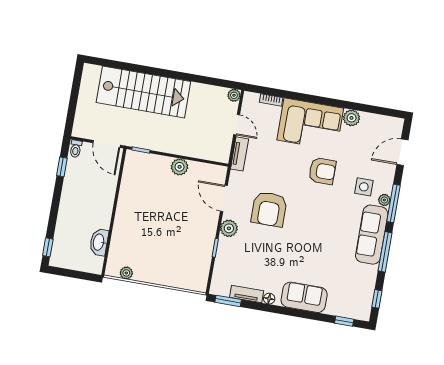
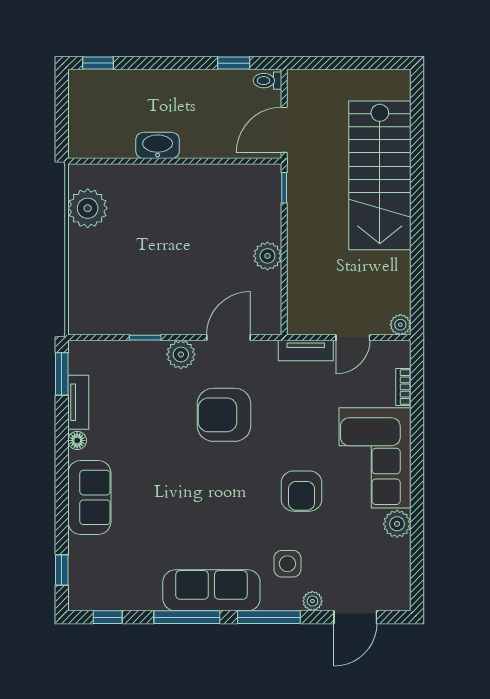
door: (402, 152) -> (355, 617), swing flipped
plant: (384, 200) -> (312, 601), moved
washbasin: (99, 242) -> (158, 145), moved
plant: (126, 273) -> (88, 208), width x1.87, depth x1.87

